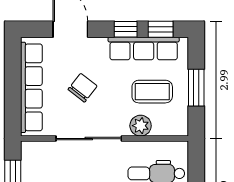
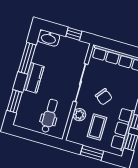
chair: (83, 88) -> (104, 97), moved

